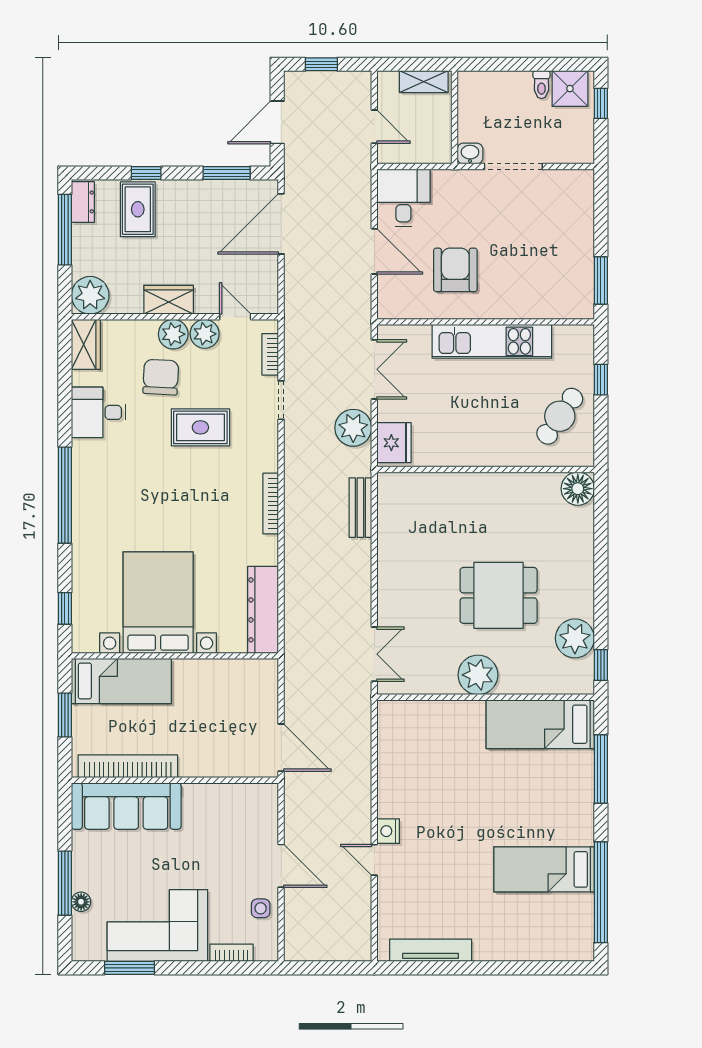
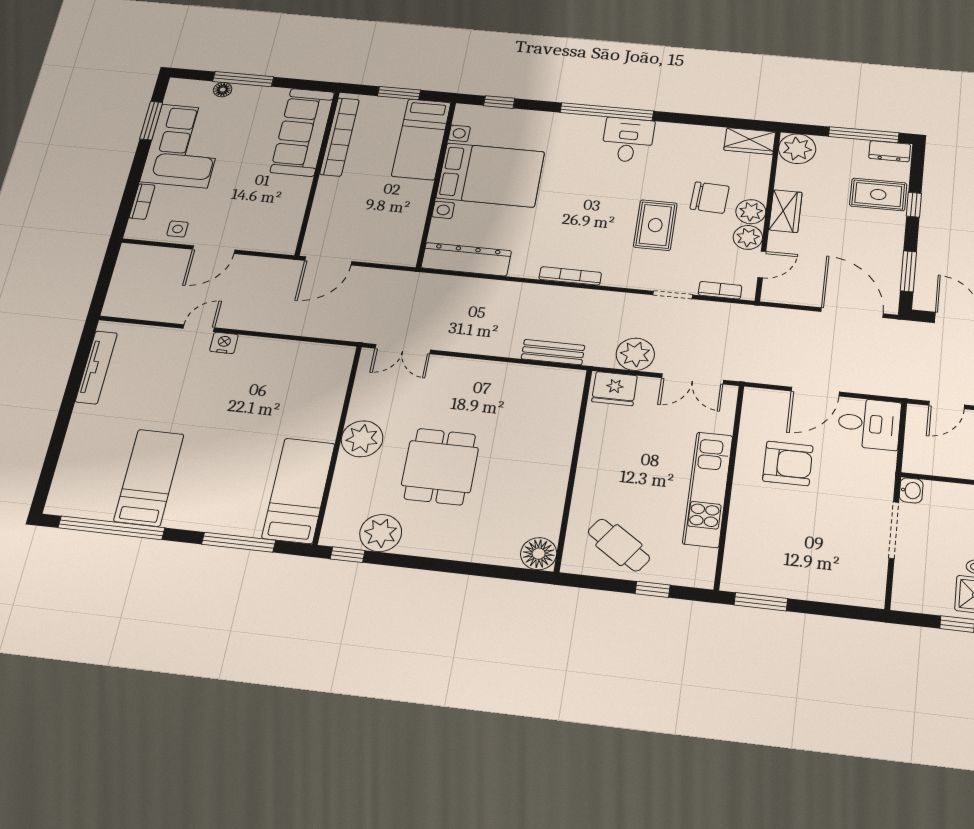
desk: (99, 412) -> (628, 140), moved

